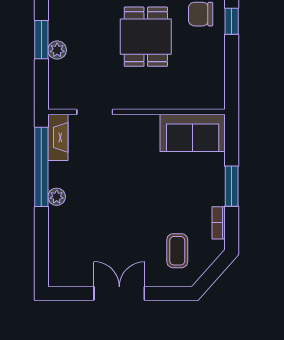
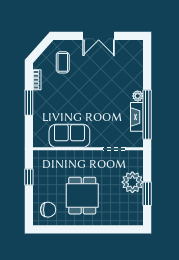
window: (232, 21) -> (29, 177), moved
plant: (57, 50) -> (132, 182), width x1.88, depth x1.88
sofa: (193, 133) -> (69, 136), moved
fireplace: (58, 137) -> (137, 117), moved

